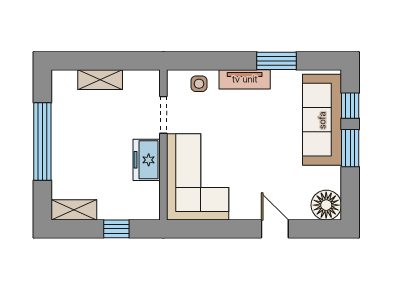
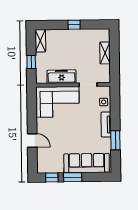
window: (350, 106) -> (52, 177), moved
window: (42, 141) -> (74, 25), width x0.32
freezer: (147, 160) -> (62, 77), width x1.40
floor lamp: (326, 205) -> (44, 166), removed
door: (275, 229) -> (32, 140), hinge flipped

